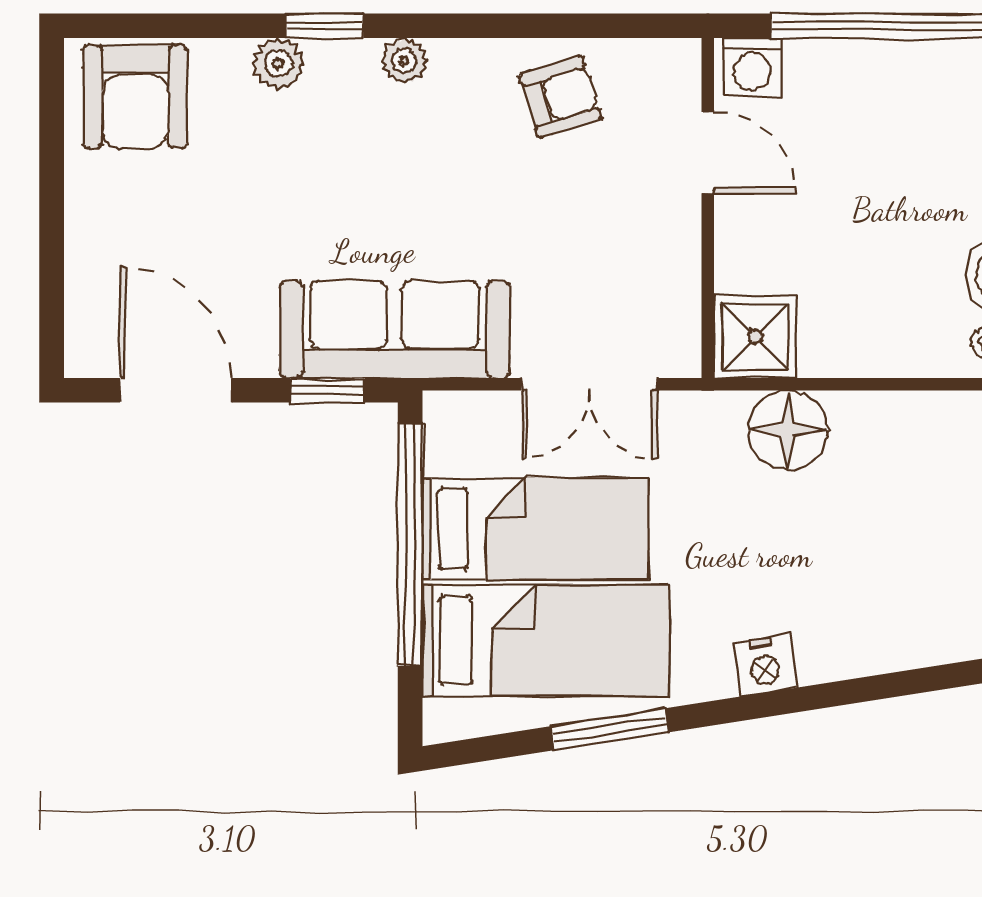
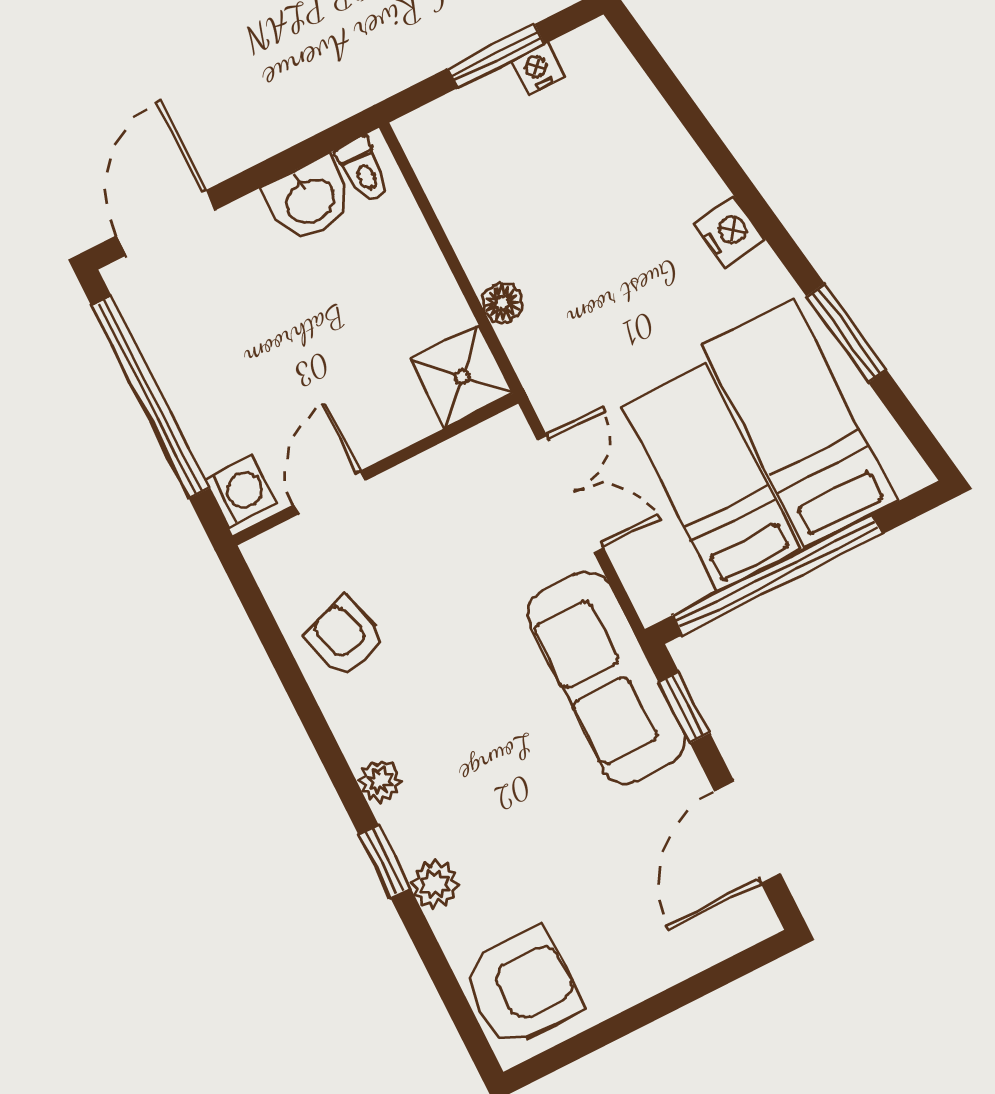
floor lamp: (788, 430) -> (502, 303), width x0.53, depth x0.53

